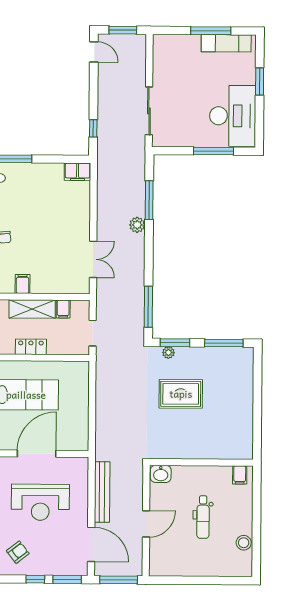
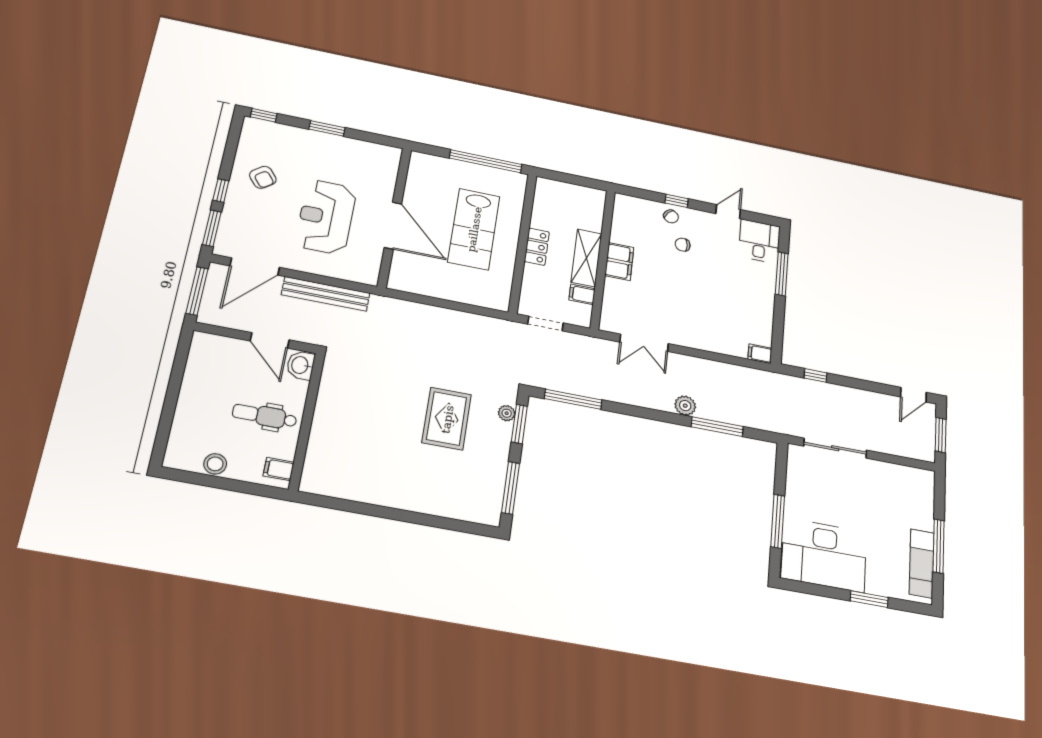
filing cabinet: (78, 172) -> (760, 354), width x0.50
filing cabinet: (23, 284) -> (619, 262), width x2.00
wall: (201, 462) -> (307, 421), moved
washbasin: (161, 474) -> (301, 365), moved
filing cabinet: (240, 475) -> (279, 469), moved

